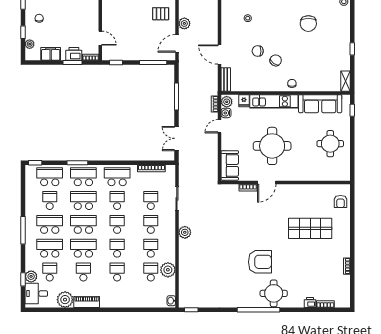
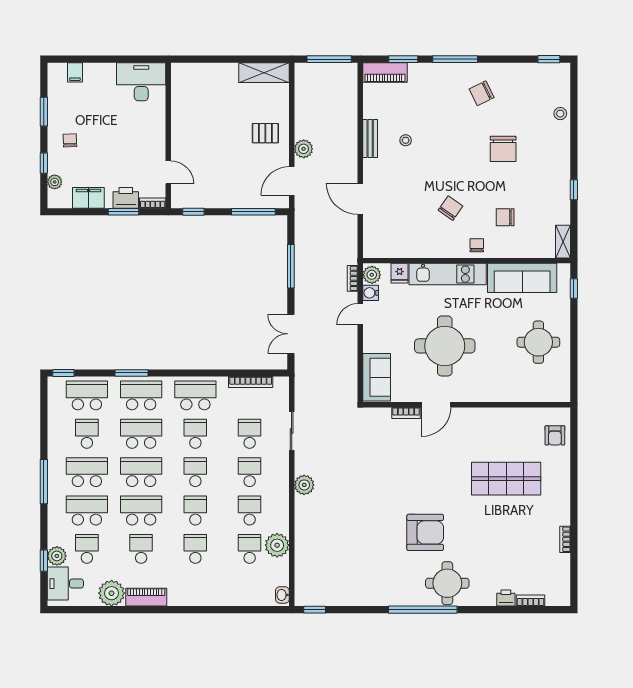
chair: (258, 51) -> (505, 217), moved
bench: (226, 80) -> (370, 138), moved

